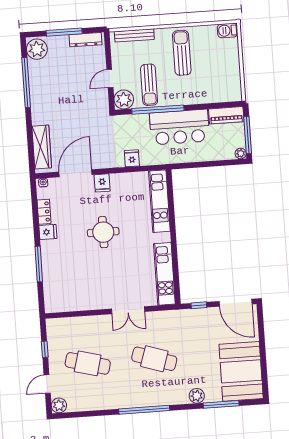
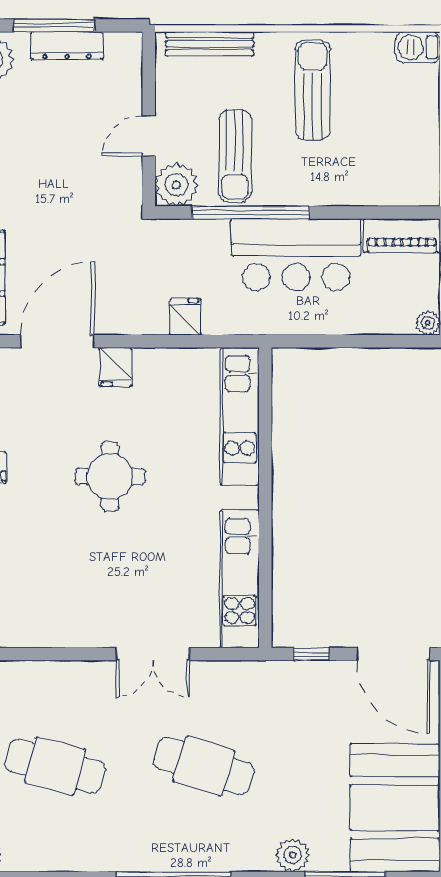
dresser: (86, 40) -> (67, 46), moved

